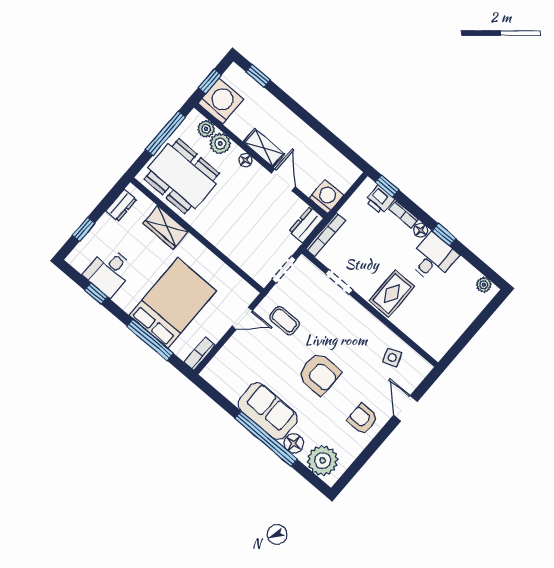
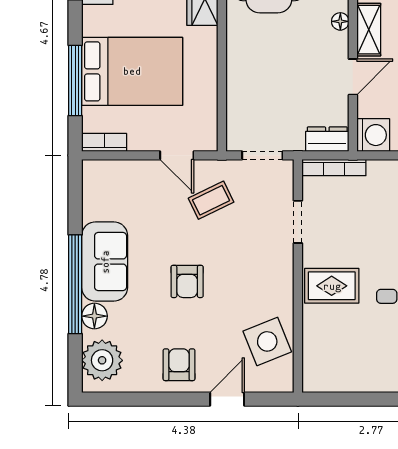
coffee table: (284, 321) -> (211, 200), turned 64
side table: (392, 357) -> (267, 341), width x1.87, depth x1.87
armchair: (319, 374) -> (187, 281), width x0.72, depth x0.72

